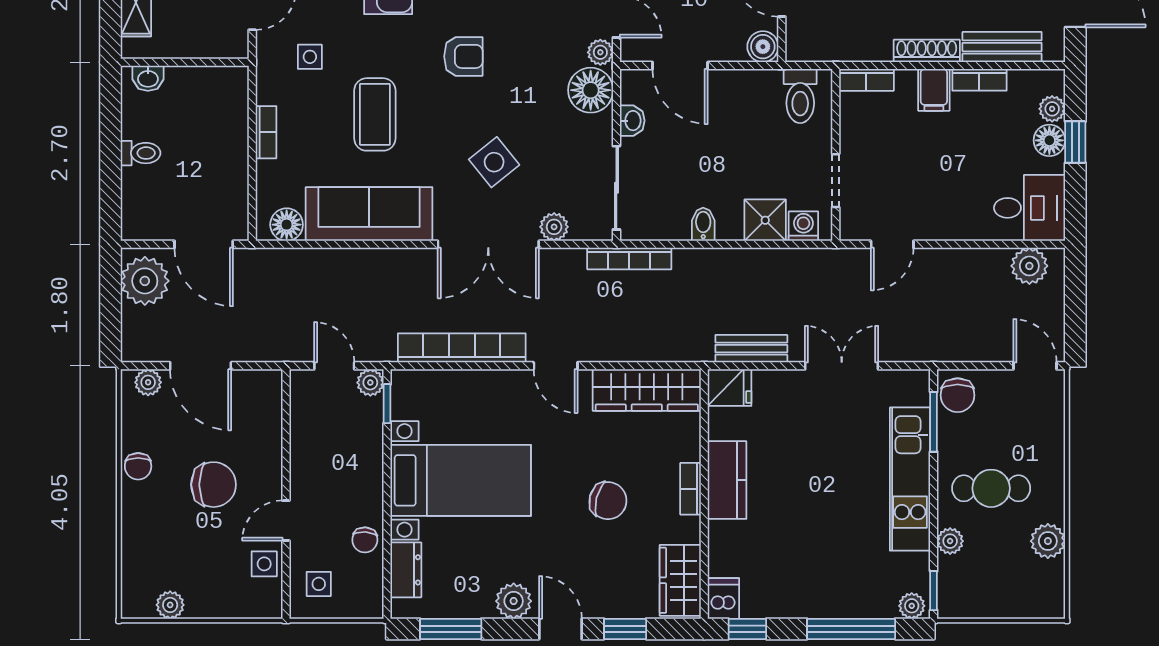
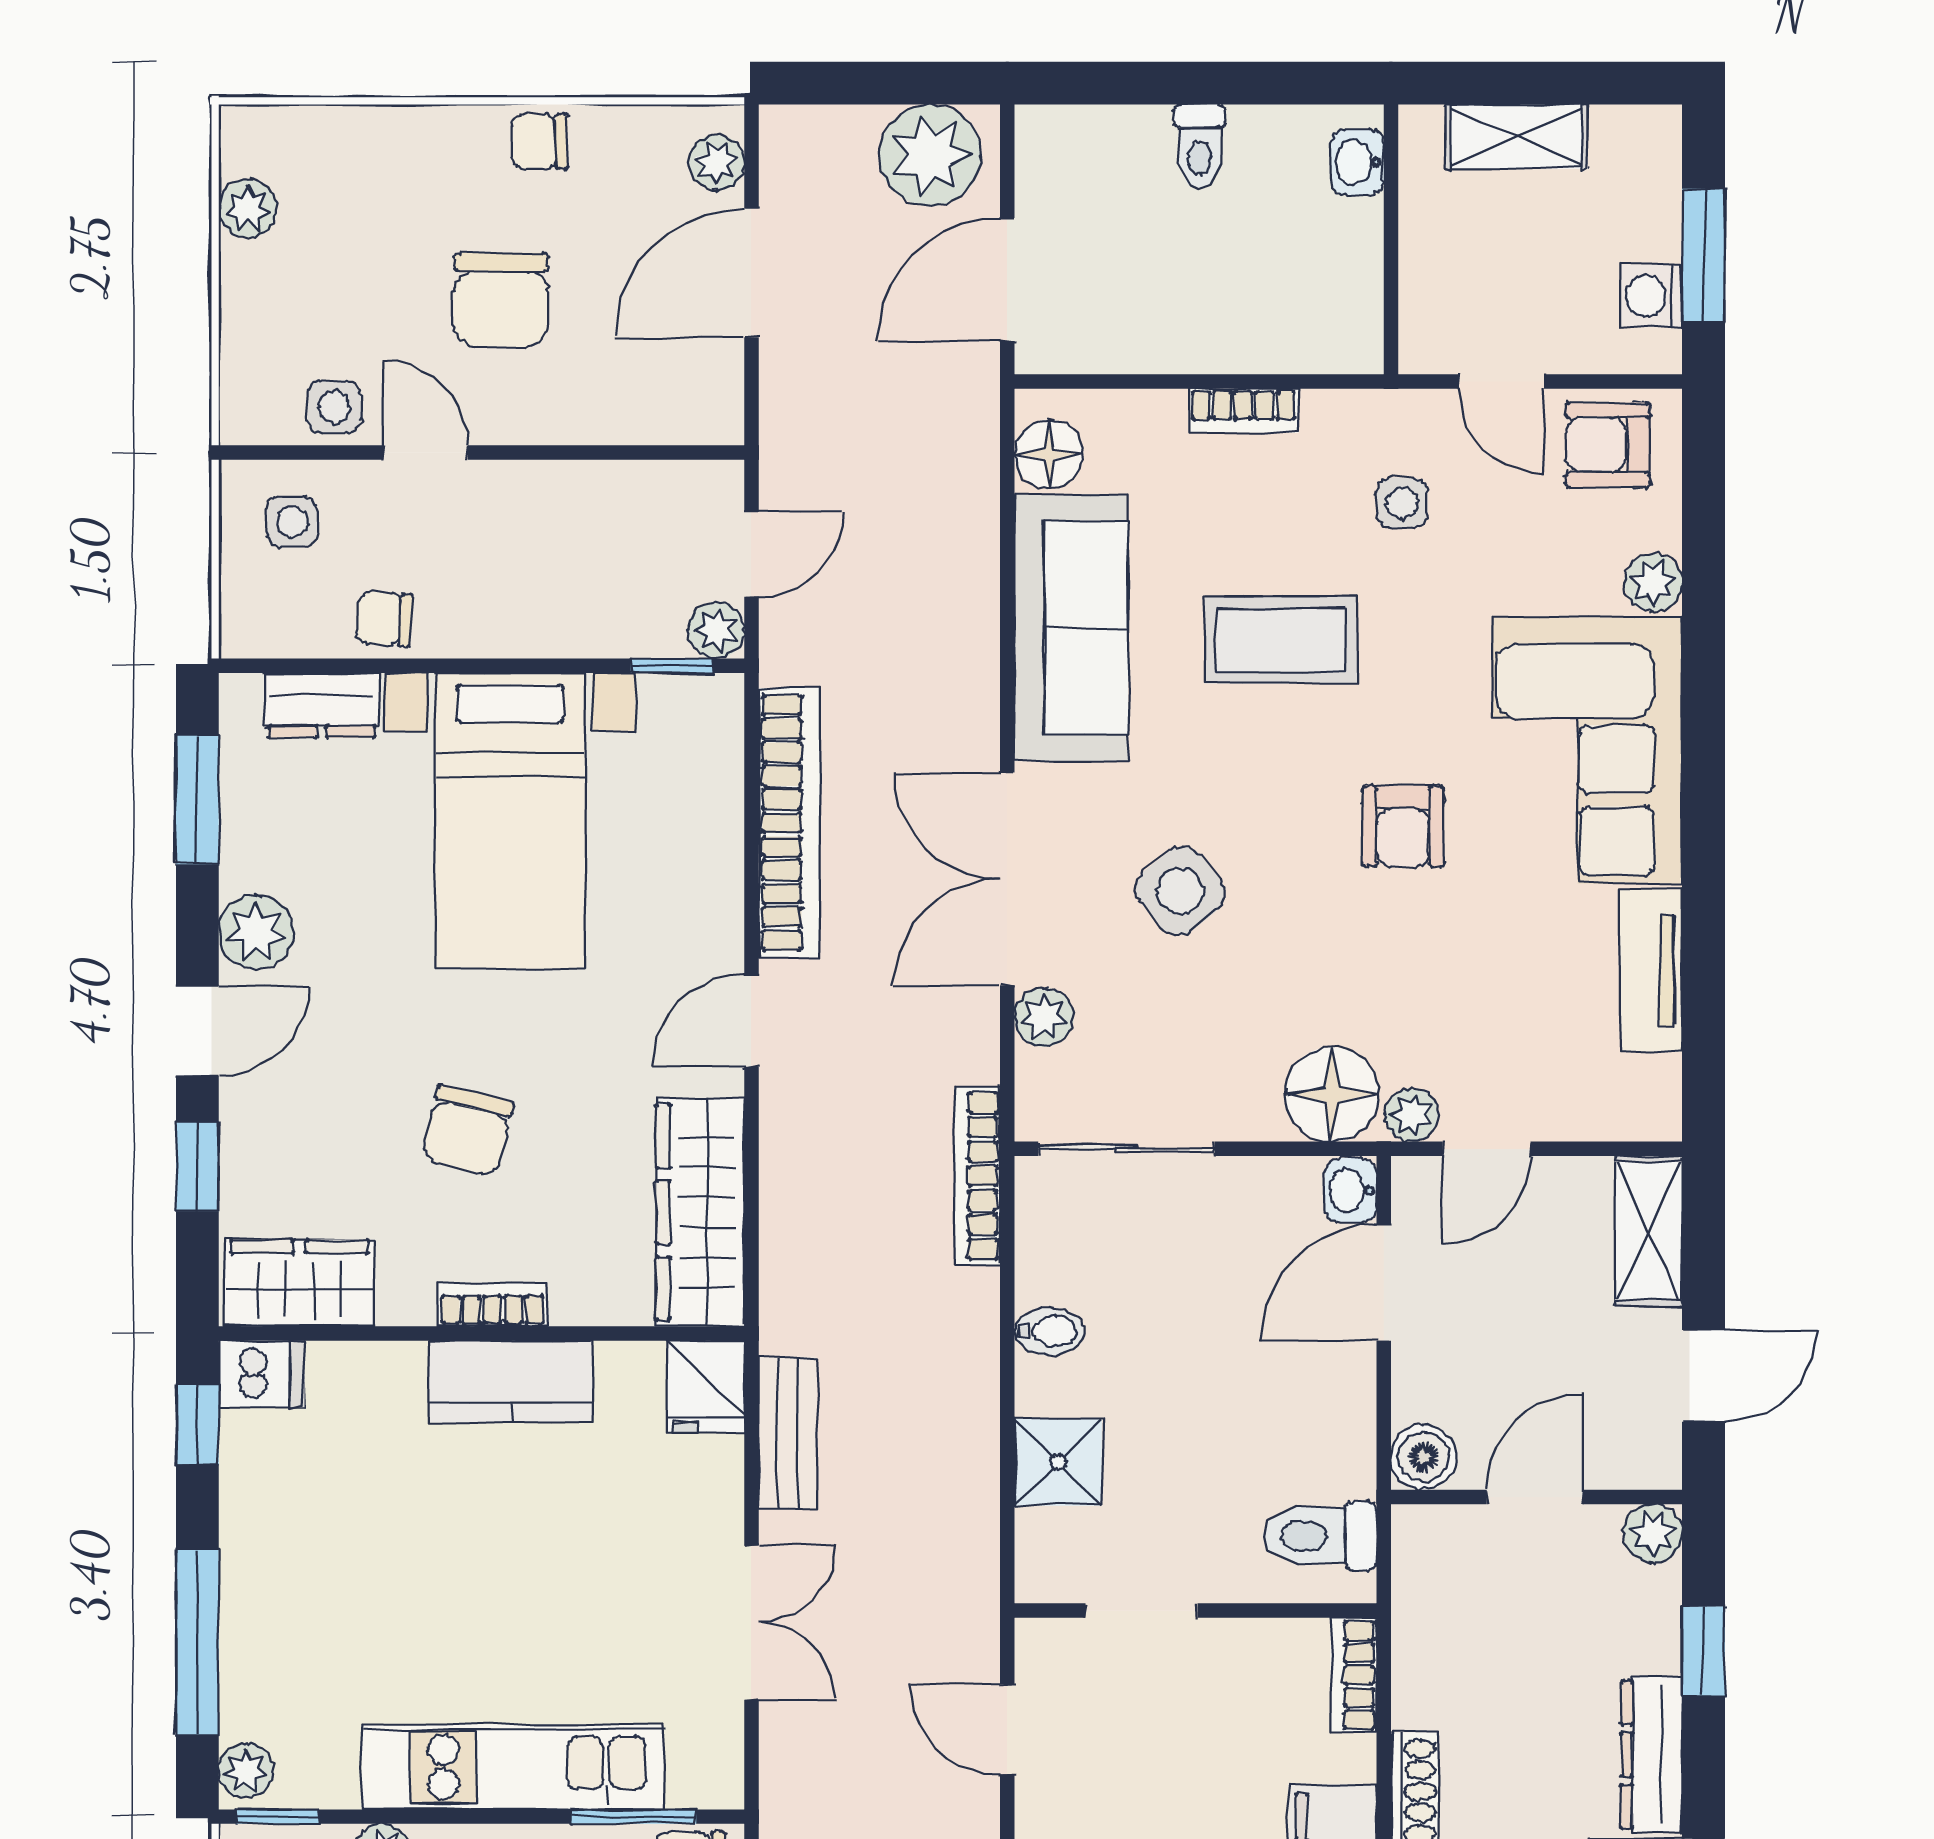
washbasin: (632, 121) -> (1351, 1190), moved, turned 90
washing machine: (803, 226) -> (1045, 1543), removed

